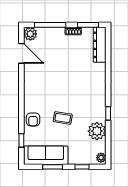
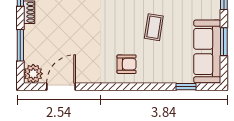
window: (50, 25) -> (20, 45), width x0.69
armchair: (33, 120) -> (127, 64), moved

